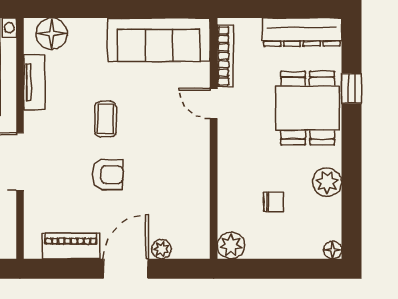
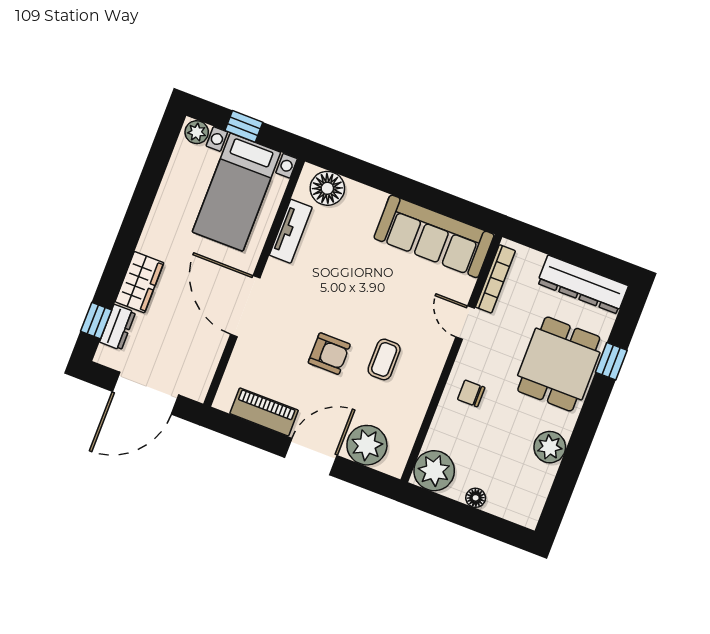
coffee table: (106, 119) -> (384, 359), moved
chair: (273, 202) -> (471, 393), moved, turned 180
plant: (231, 245) -> (434, 471), width x1.36, depth x1.36
plant: (161, 249) -> (367, 445), width x1.87, depth x1.87
floor lamp: (333, 250) -> (476, 498), moved

